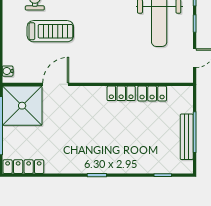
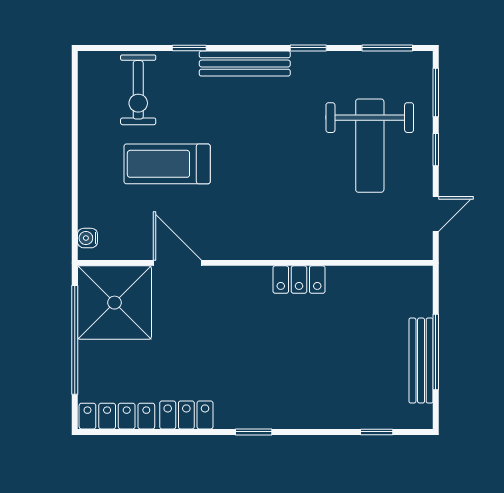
treadmill: (50, 31) -> (167, 164), turned 180
door: (56, 84) -> (177, 263), hinge flipped
locker: (152, 93) -> (186, 415), moved, turned 180

